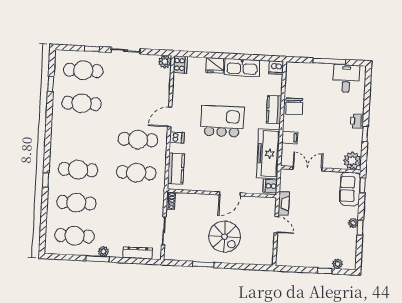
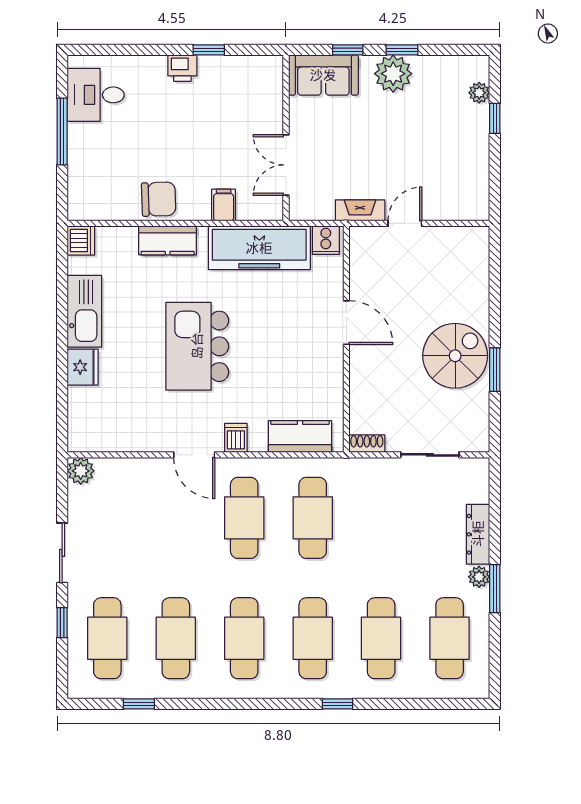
cooker: (180, 65) -> (85, 439), removed
cafe table: (80, 137) -> (244, 638), added
plant: (352, 161) -> (265, 74), removed
window: (362, 185) -> (348, 50), moved
plant: (353, 223) -> (393, 74), width x1.88, depth x1.88
spiral stairs: (225, 237) -> (455, 356), moved
dresser: (138, 253) -> (478, 534), moved

